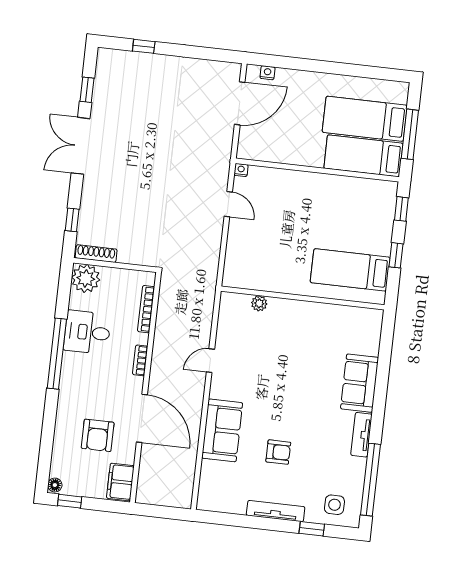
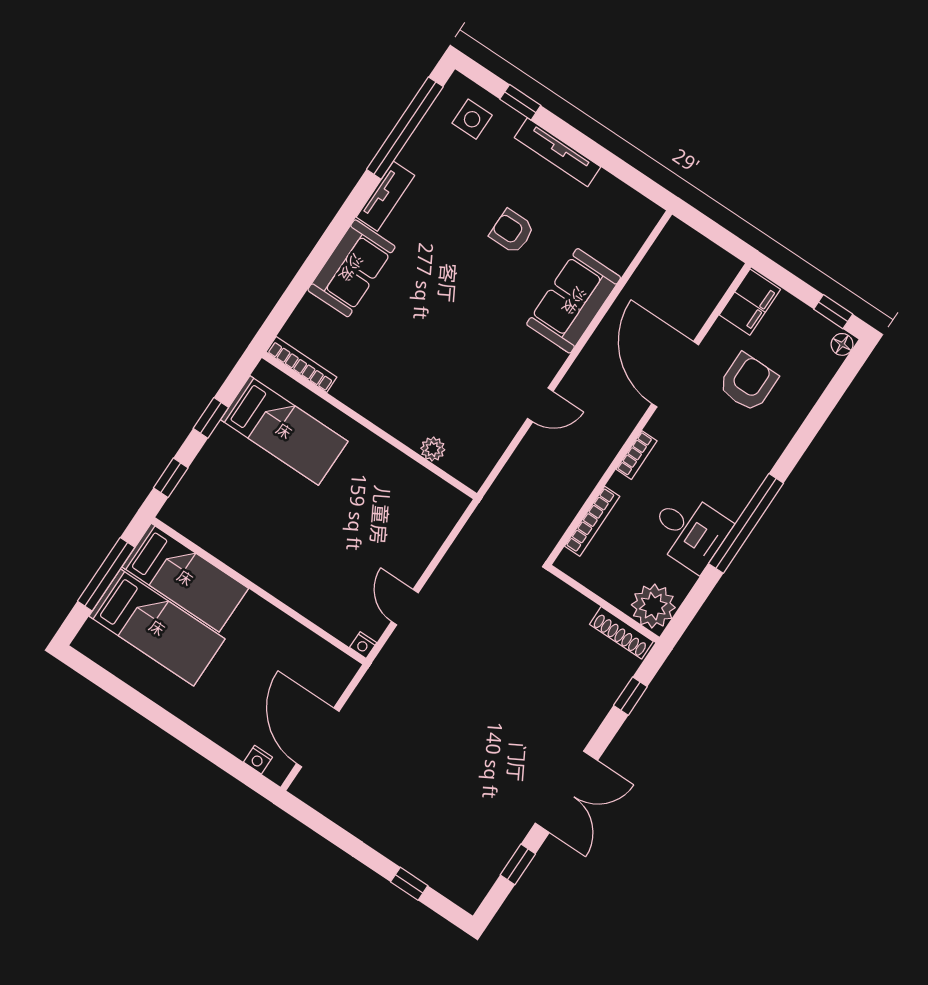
door: (240, 103) -> (318, 737), hinge flipped
bookcase: (360, 313) -> (301, 365), added

